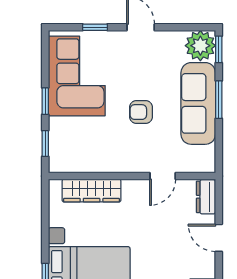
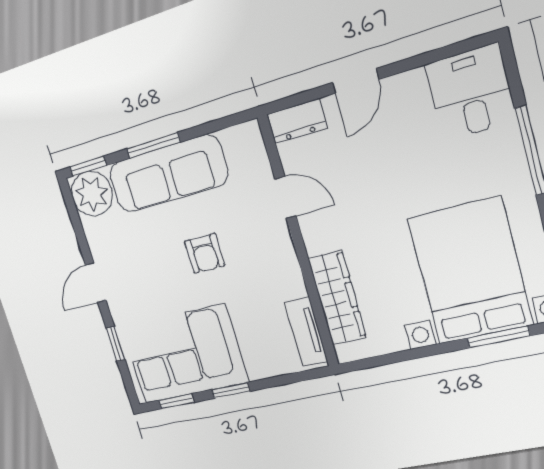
window: (45, 143) -> (176, 401), moved
tv unit: (74, 164) -> (306, 332), added

